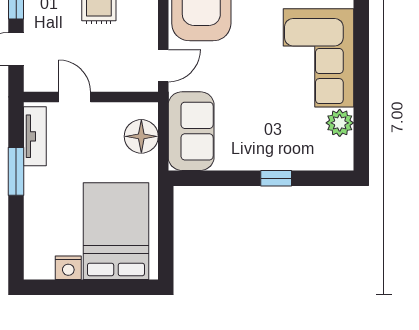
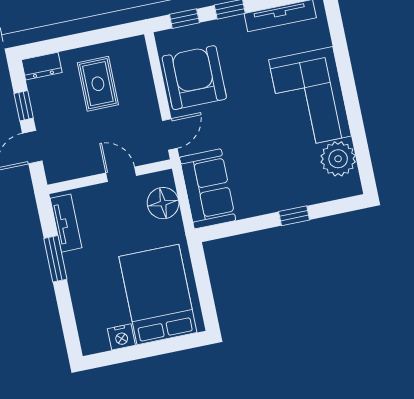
door: (75, 97) -> (121, 174), moved
plant: (340, 123) -> (338, 159), width x1.36, depth x1.36

